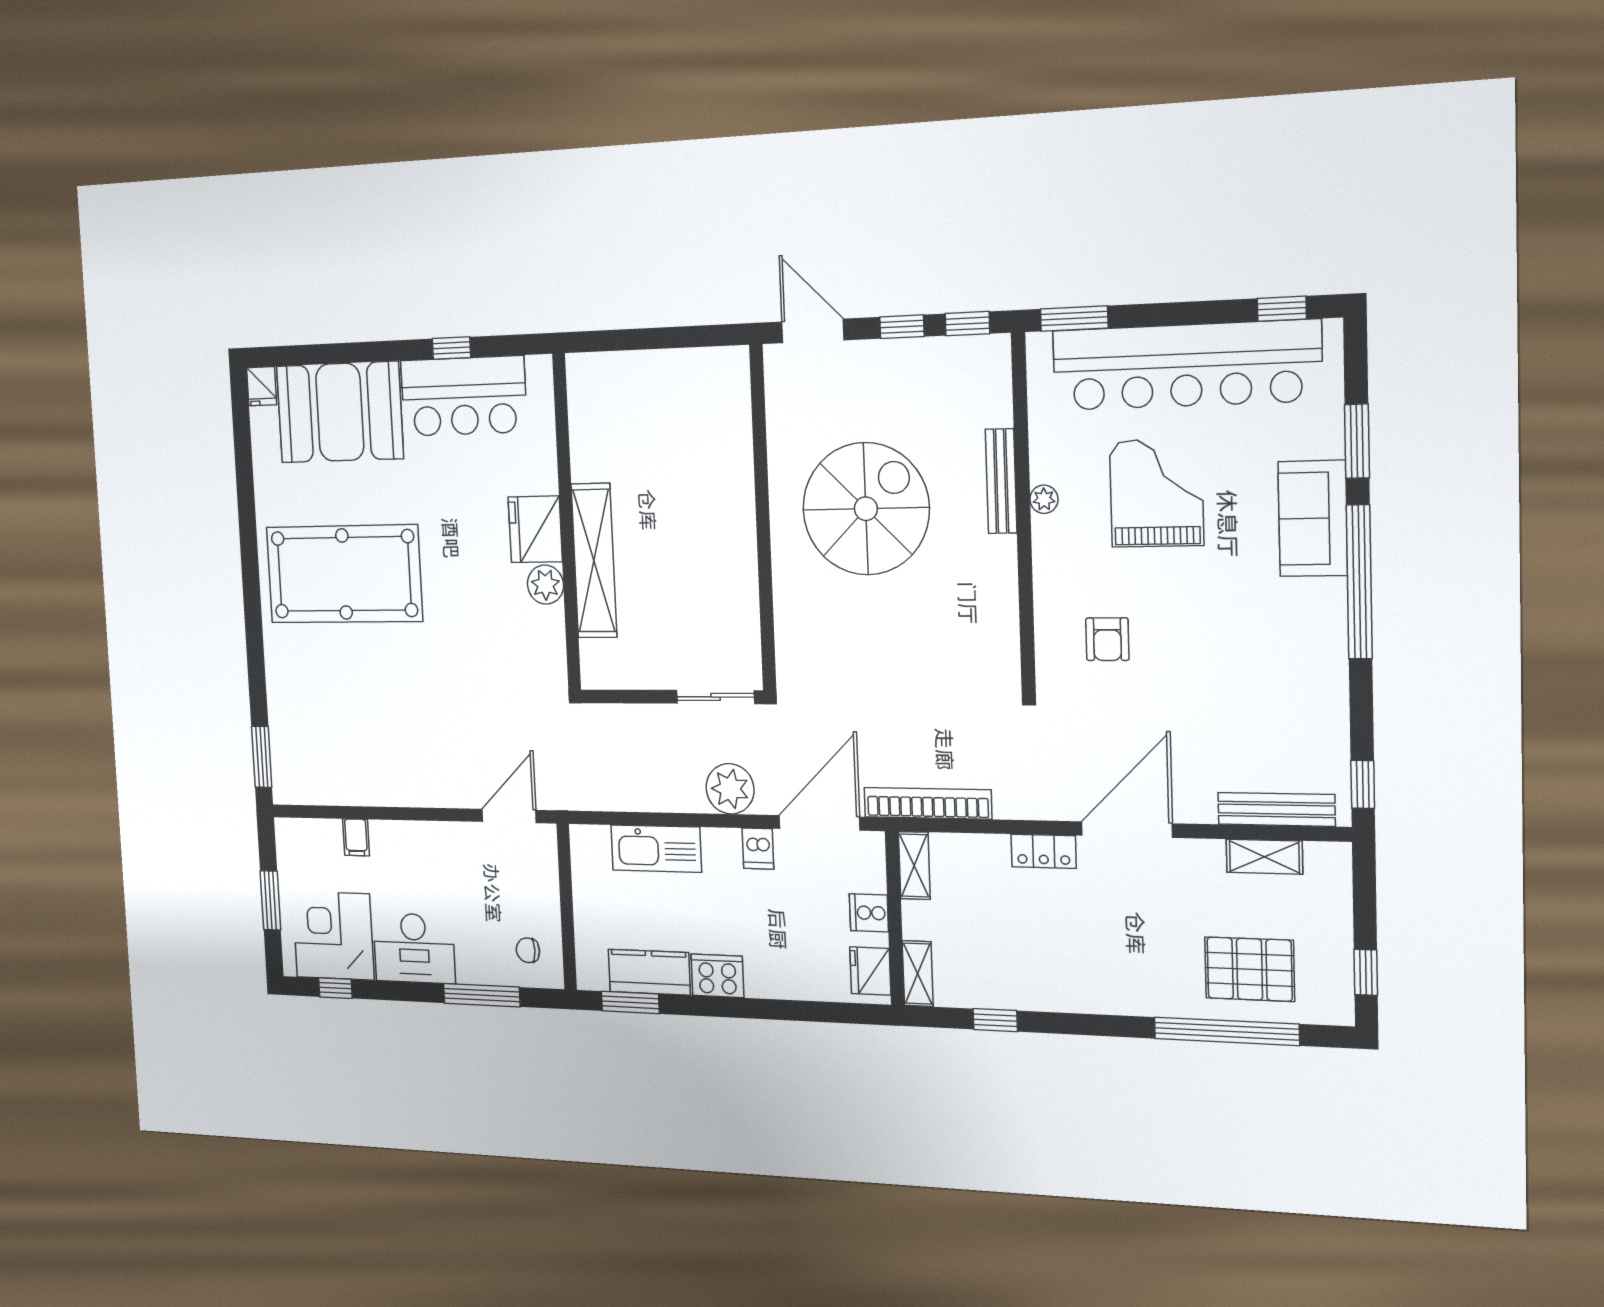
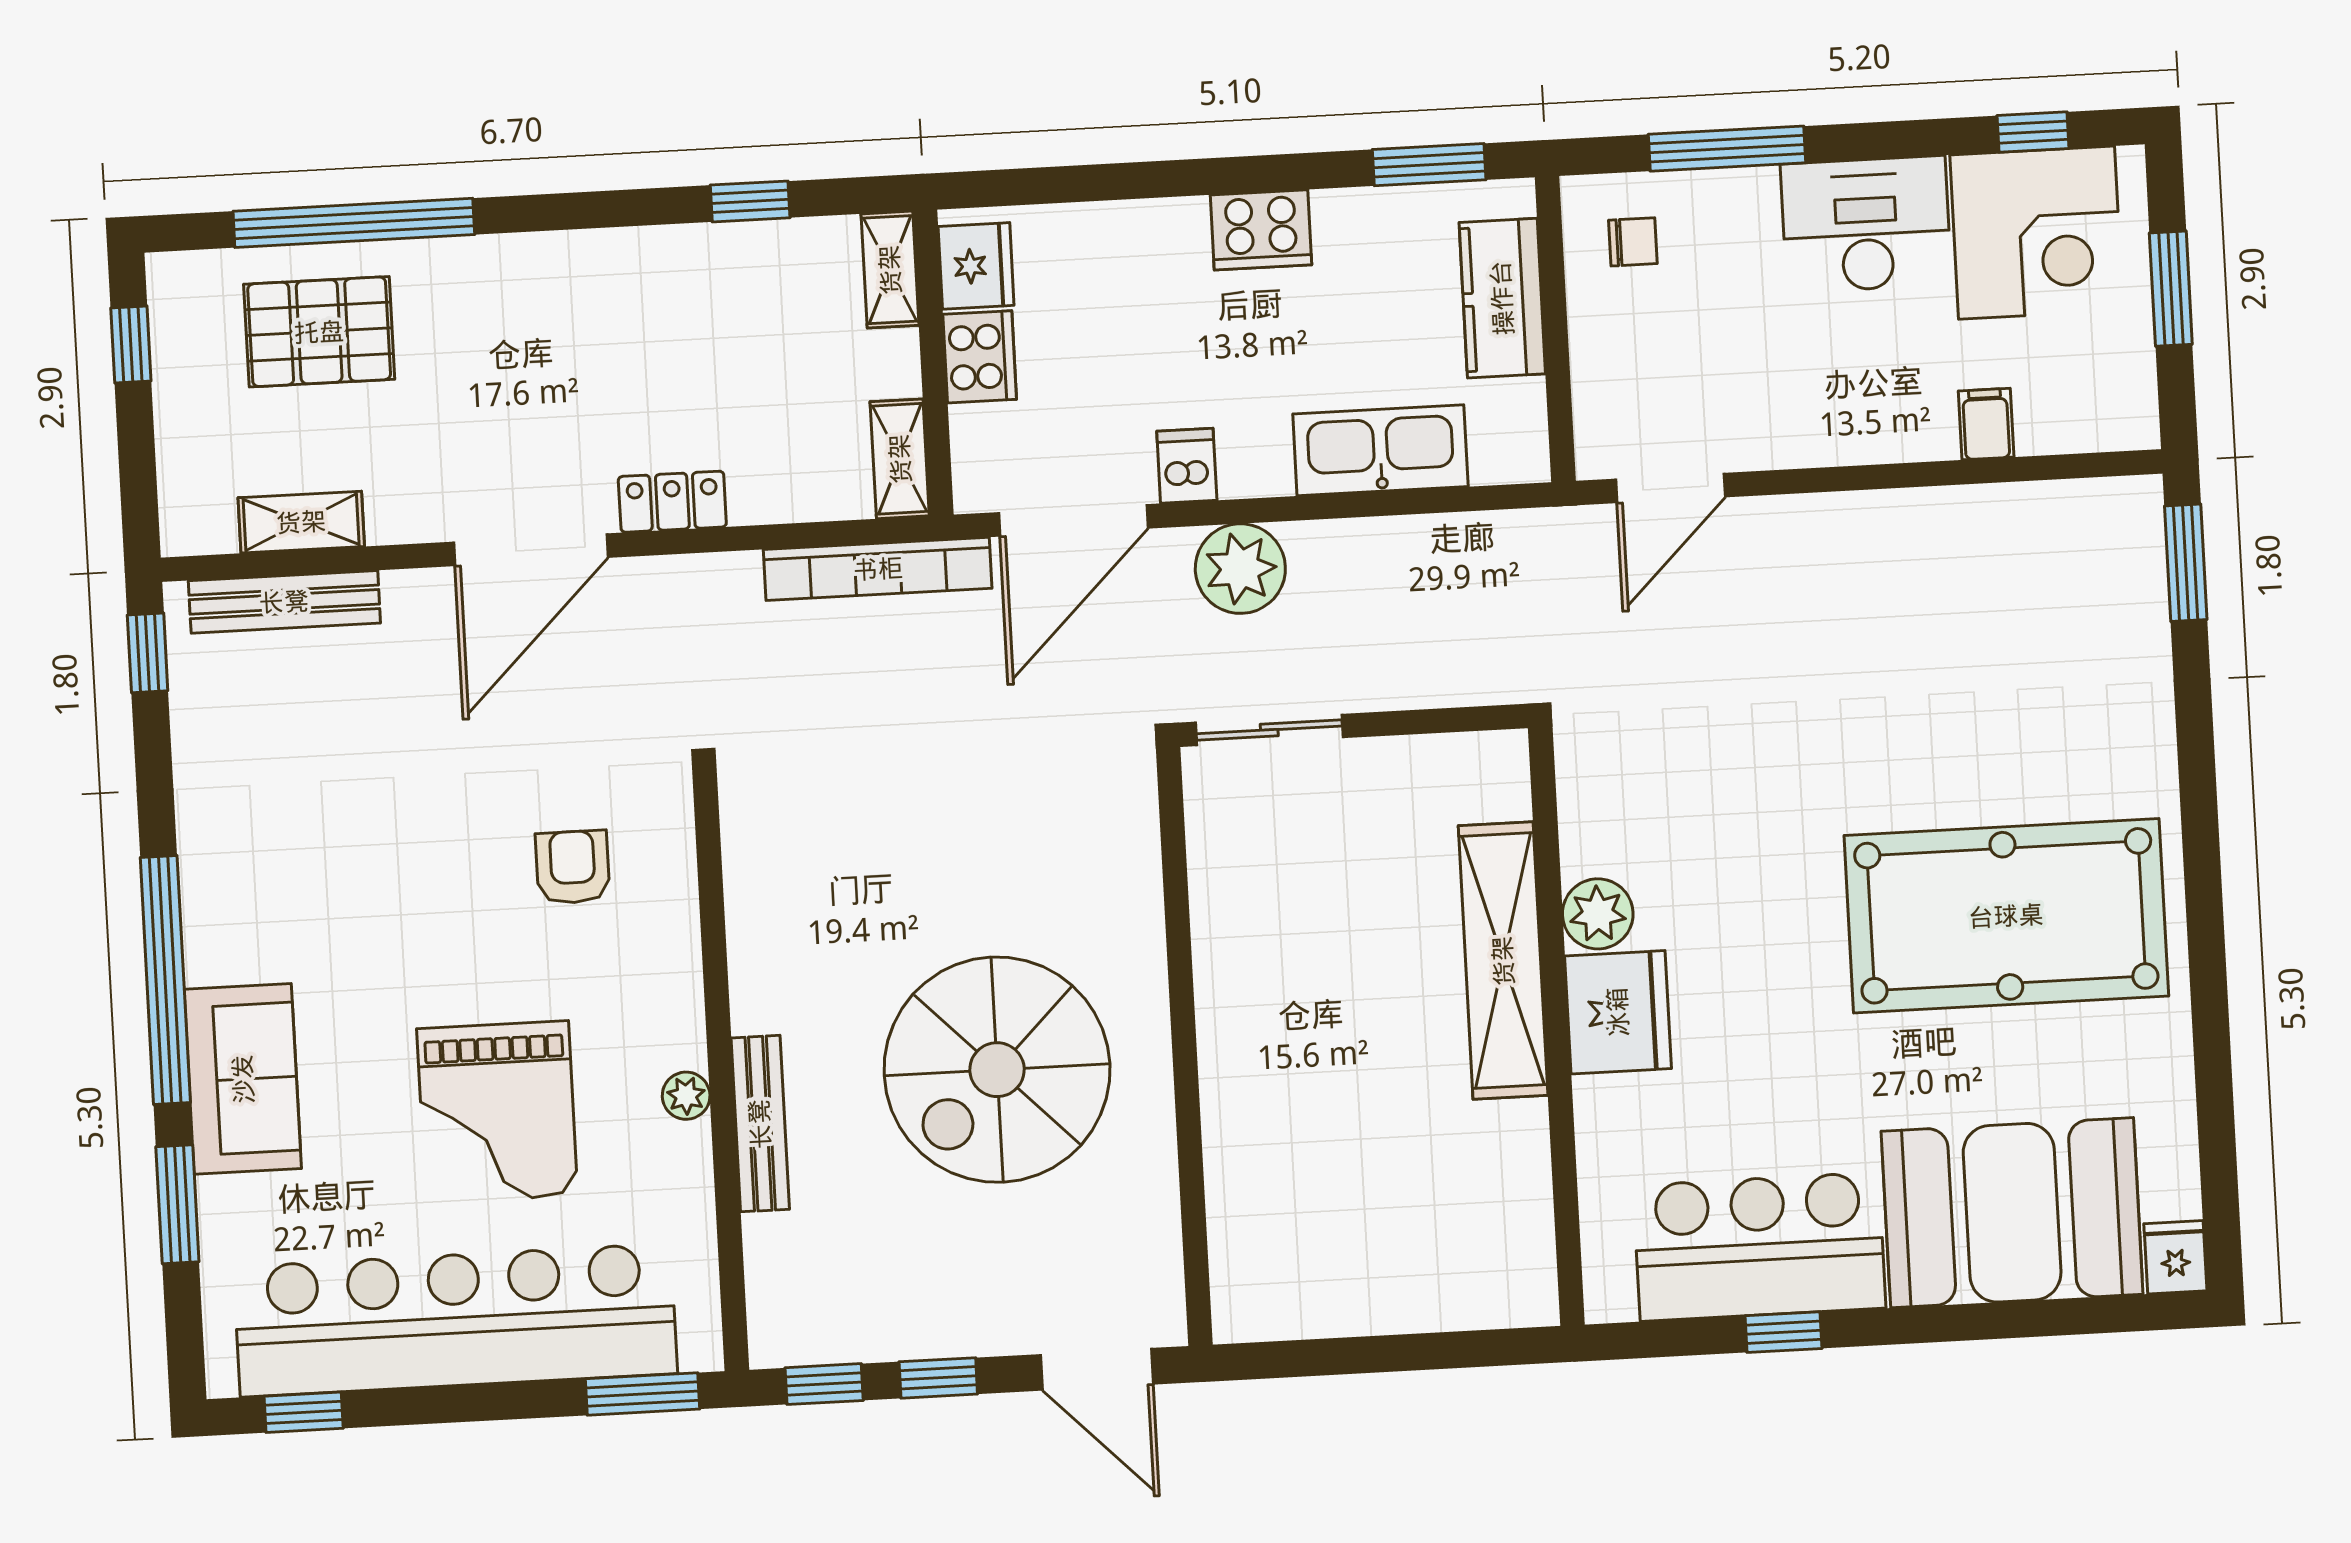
cooker: (869, 913) -> (980, 357), width x1.36
kitchen counter: (649, 972) -> (1502, 298), moved, turned 90

